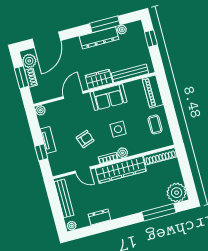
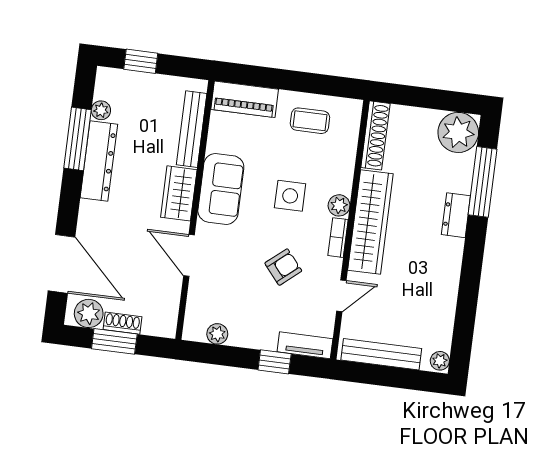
plant: (40, 110) -> (217, 334), moved
armchair: (85, 139) -> (283, 267), turned 70
tv unit: (48, 140) -> (305, 345), moved
dresser: (99, 217) -> (456, 215), moved

